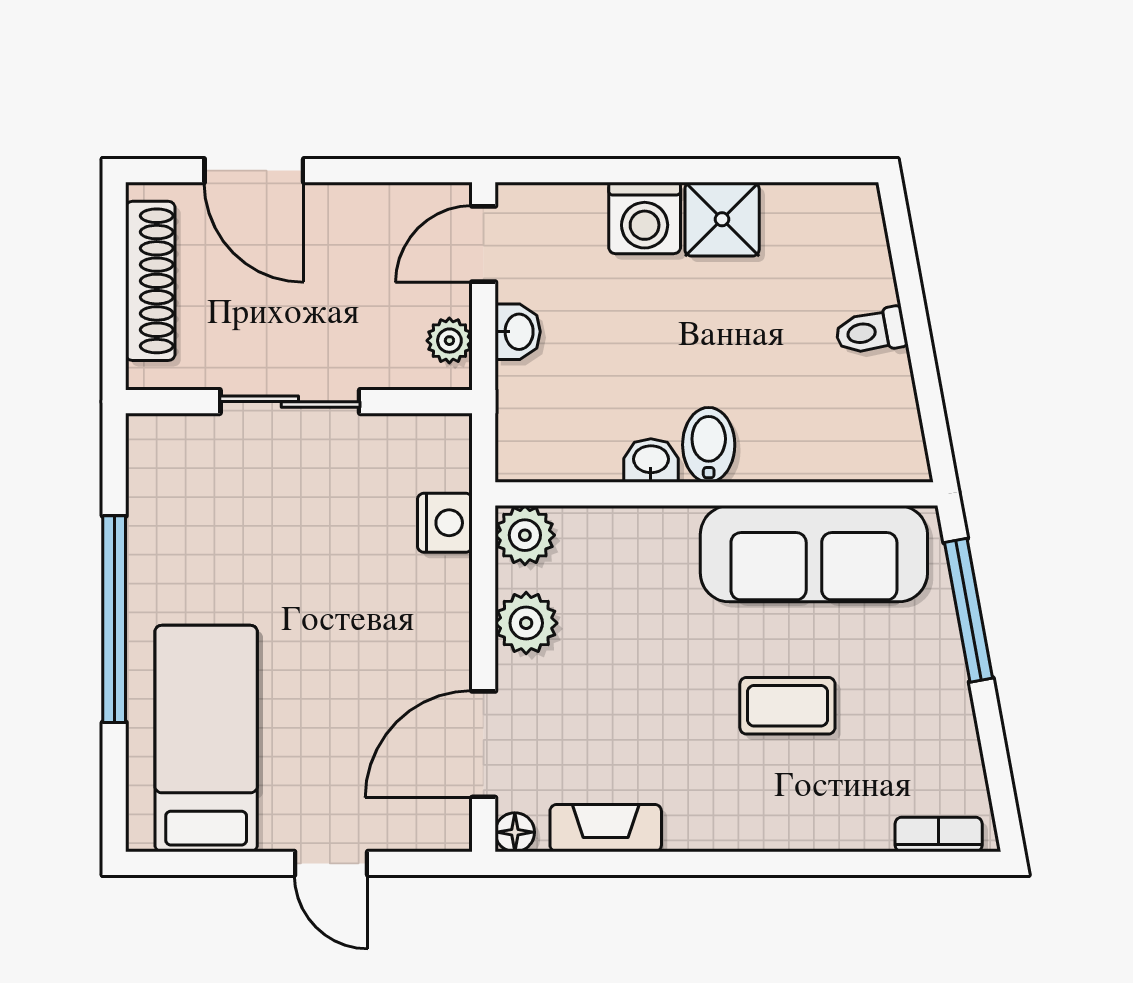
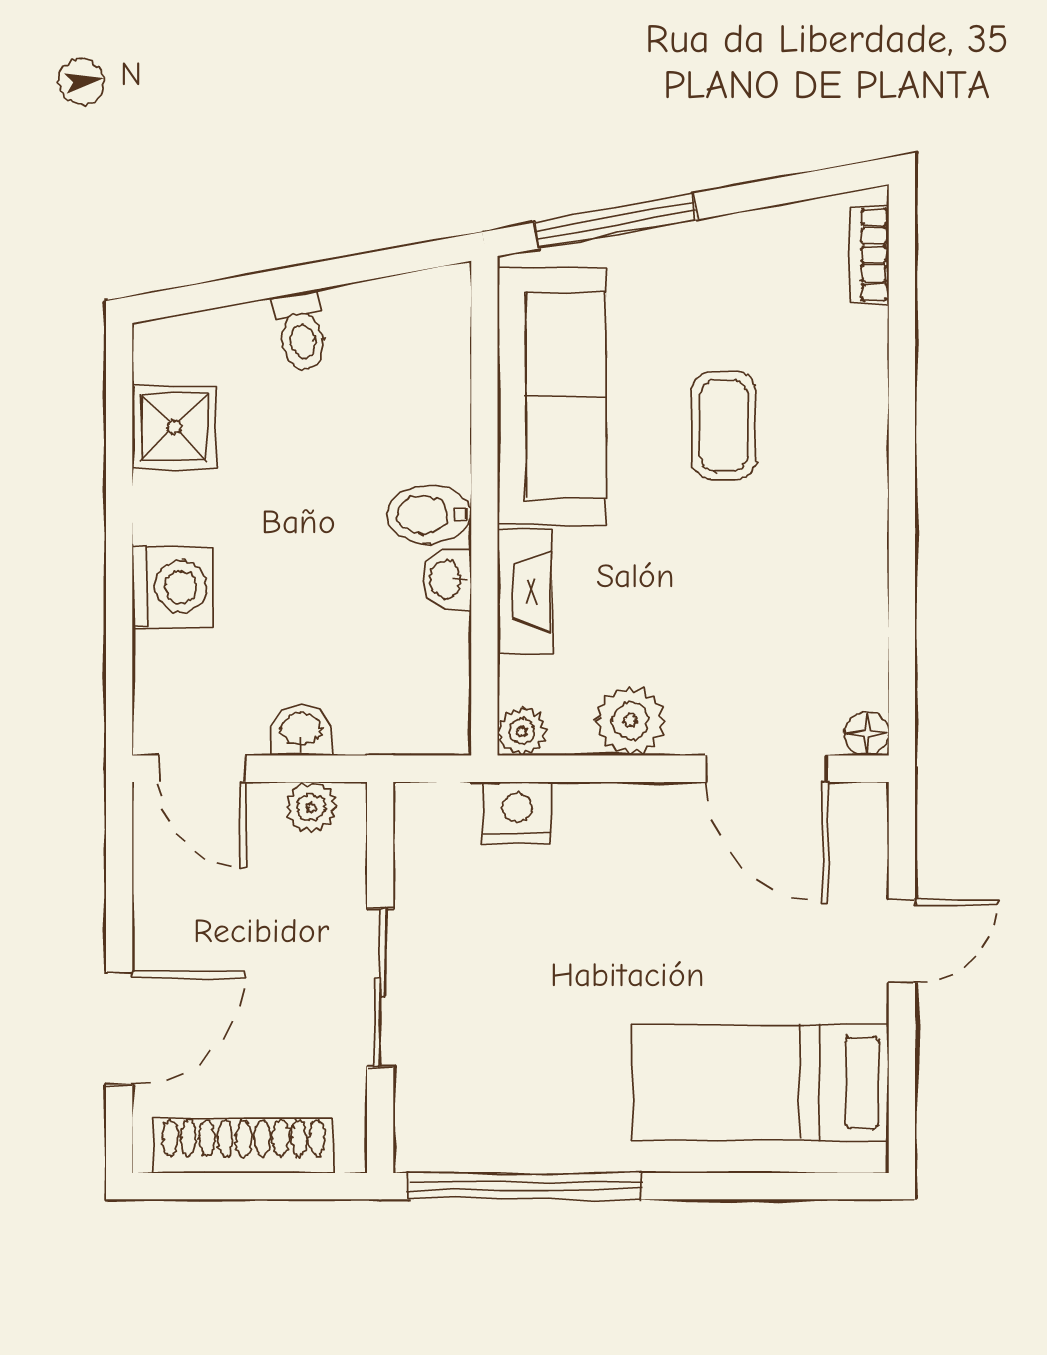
shower: (722, 219) -> (174, 427), moved
plant: (525, 535) -> (522, 731), width x0.73, depth x0.73
window: (114, 619) -> (524, 1186), moved
fireplace: (606, 828) -> (524, 592), moved, turned 180

